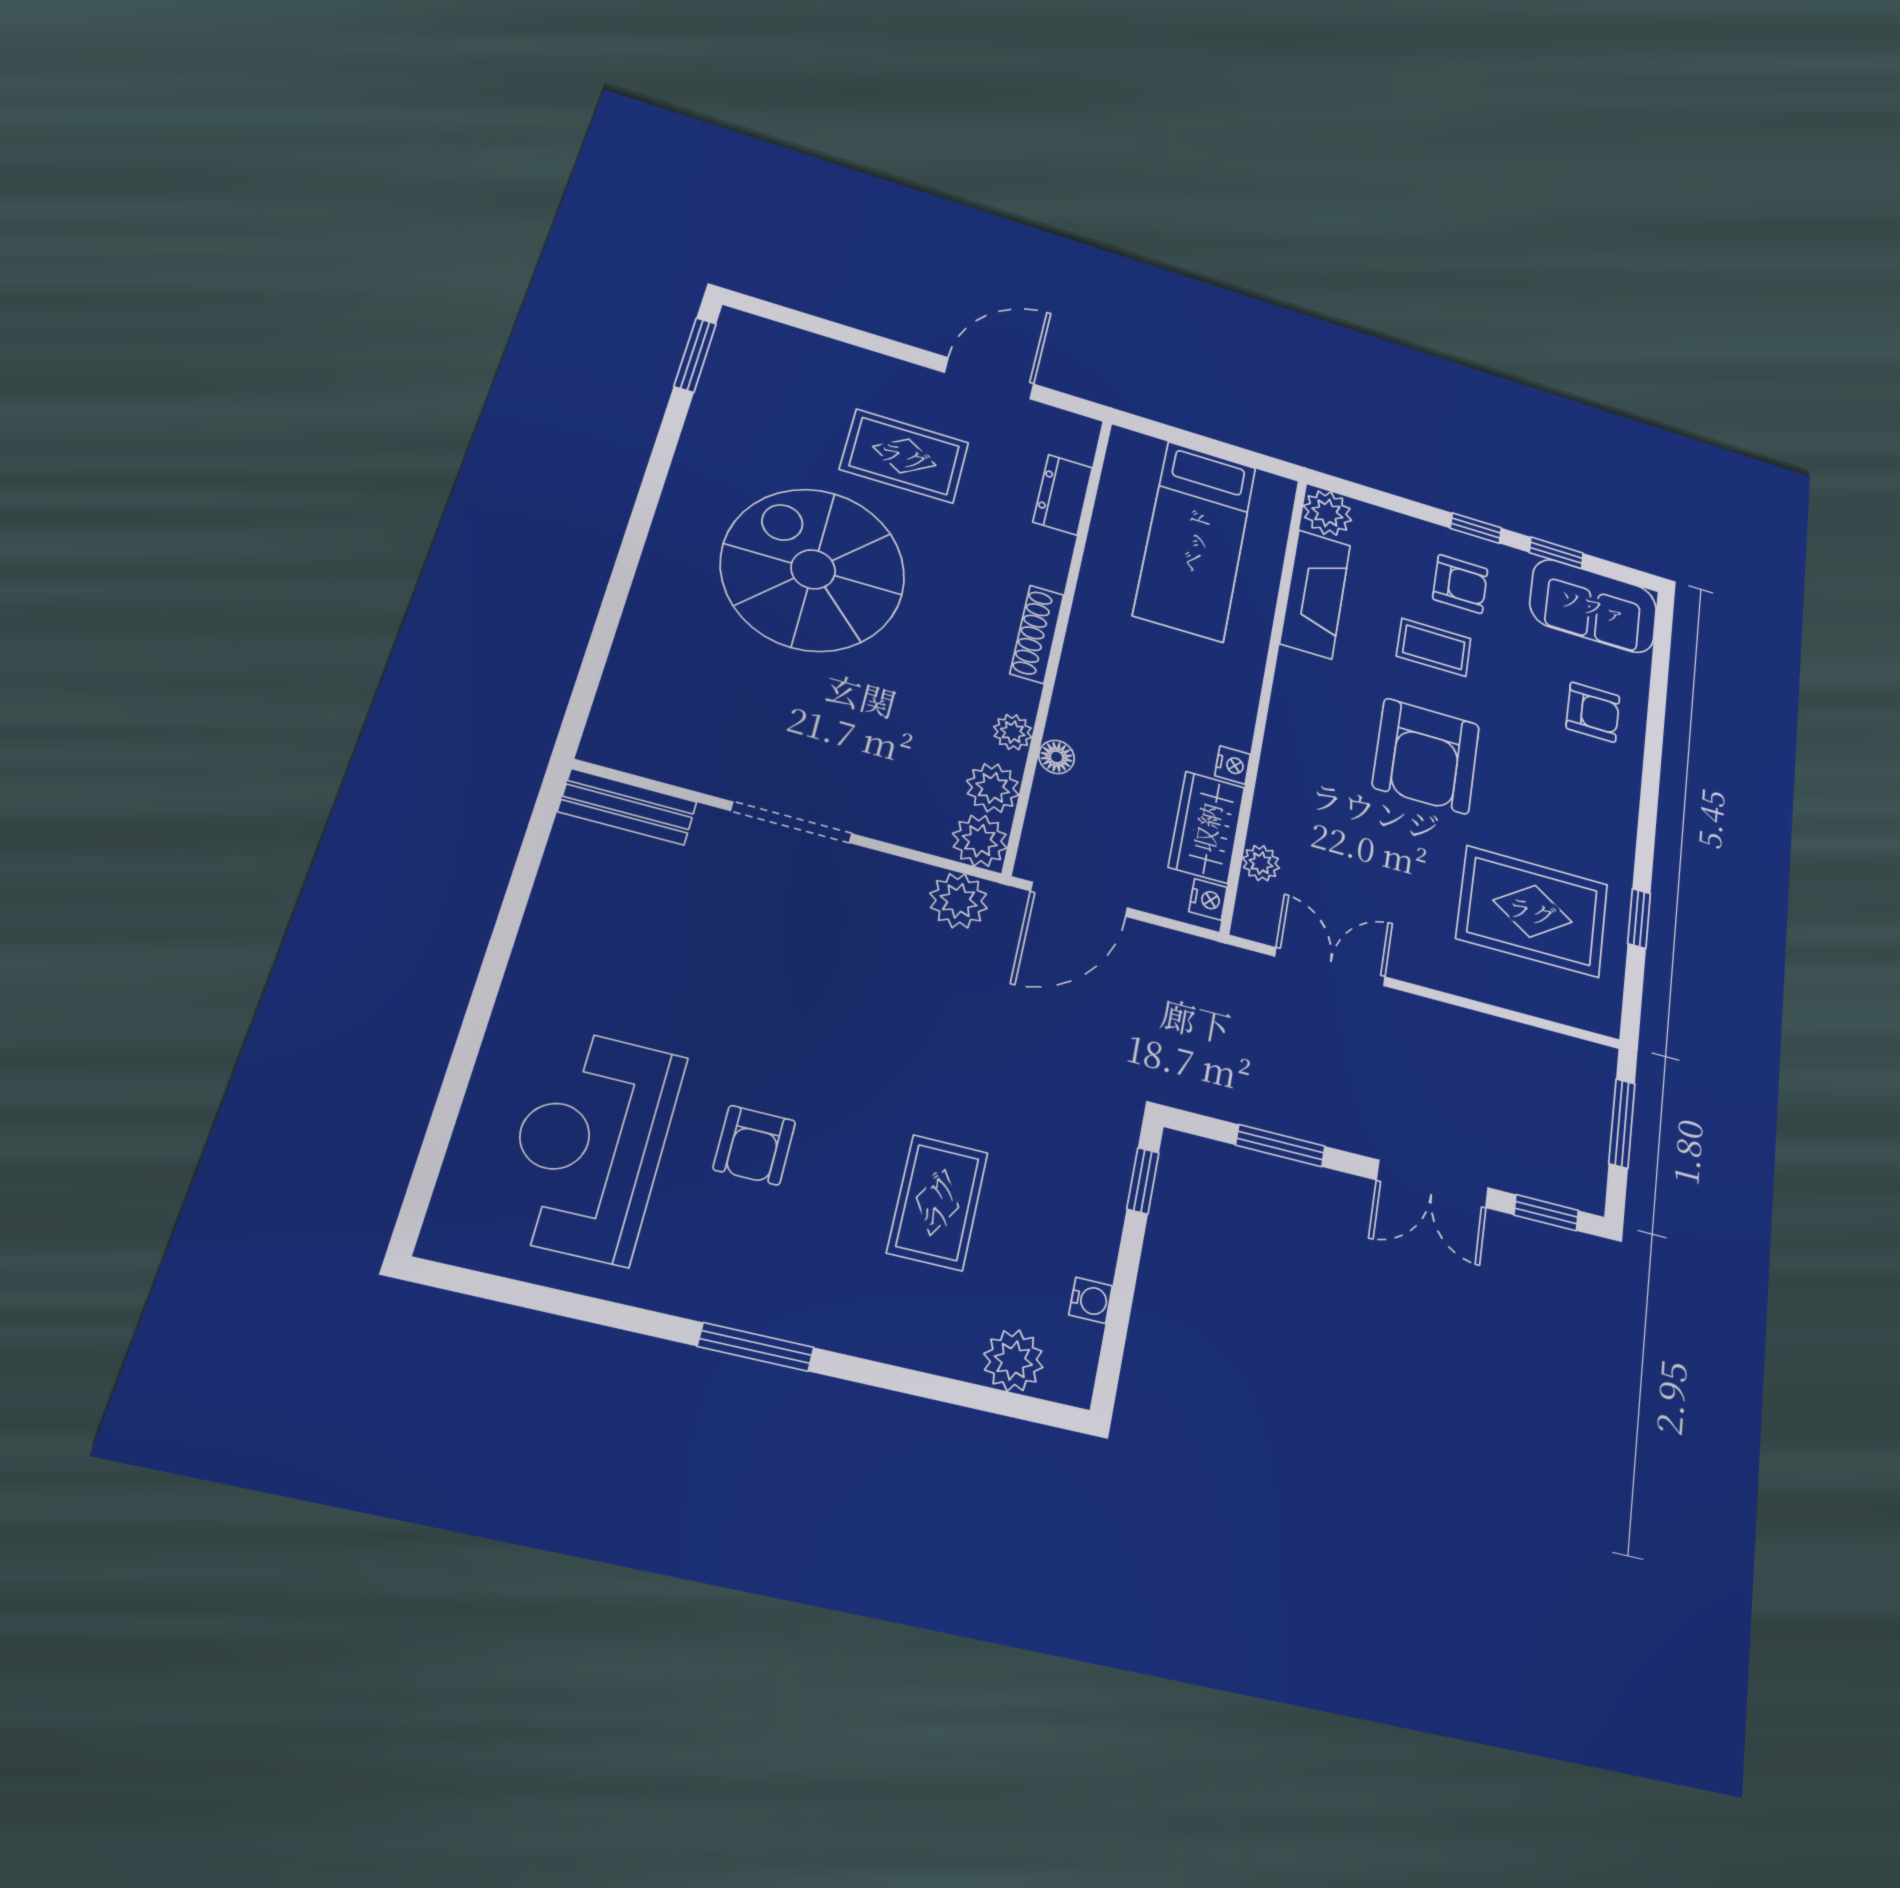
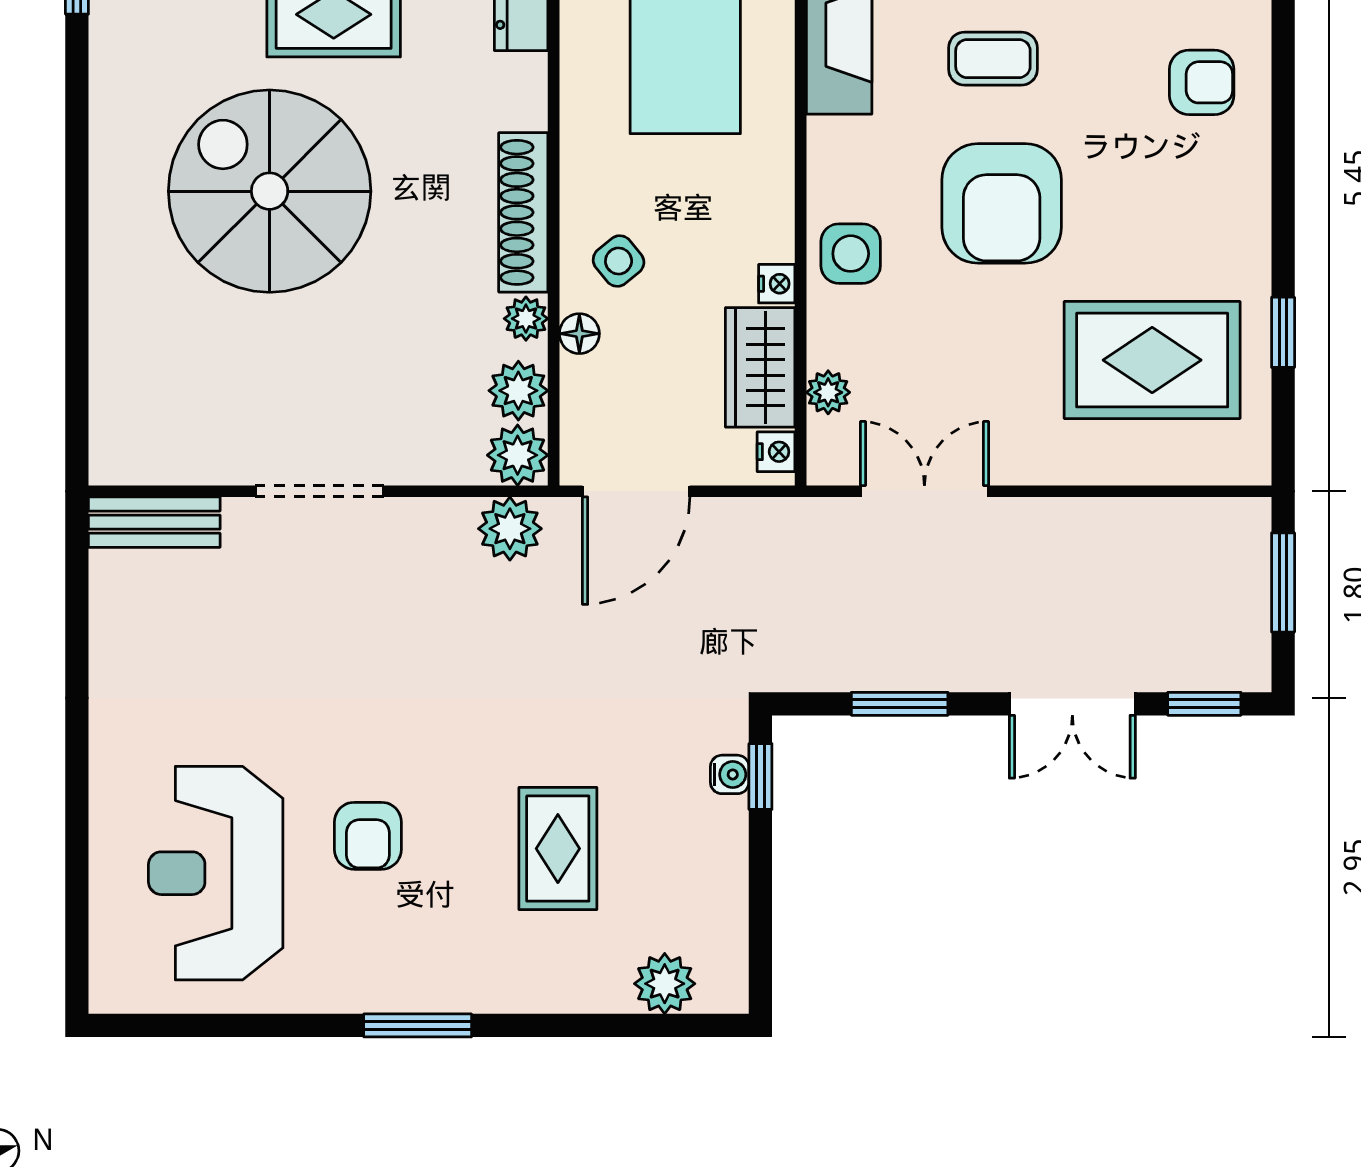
shoe rack: (1037, 634) -> (523, 212), width x1.36, depth x1.24
side table: (1102, 710) -> (619, 261), added
side table: (1298, 759) -> (851, 254), added
water cooler: (1091, 1300) -> (730, 774), moved

